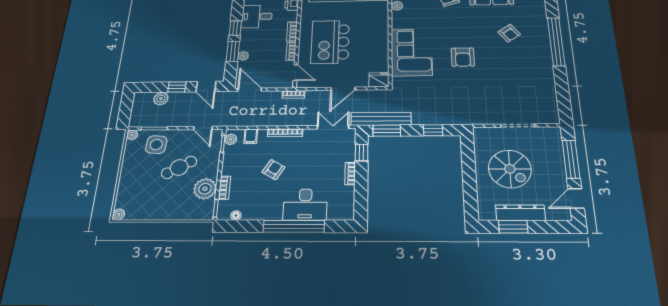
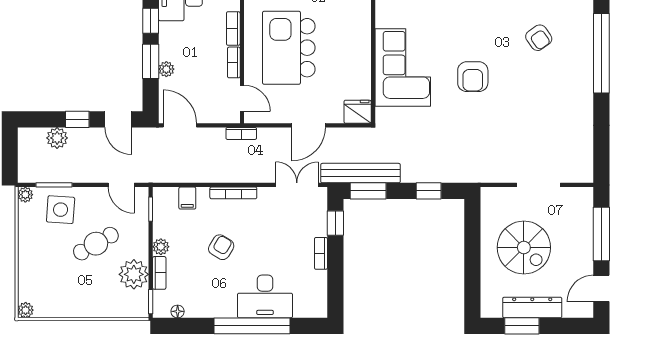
plant: (231, 139) -> (161, 247), moved

